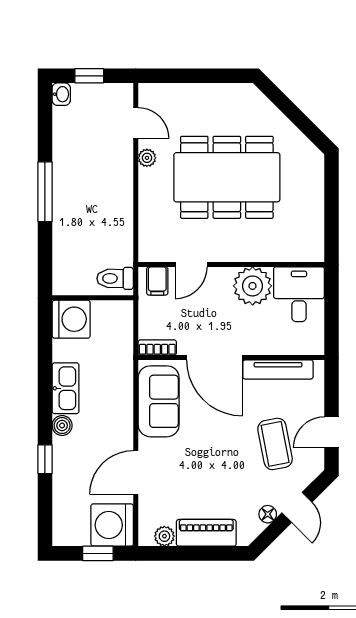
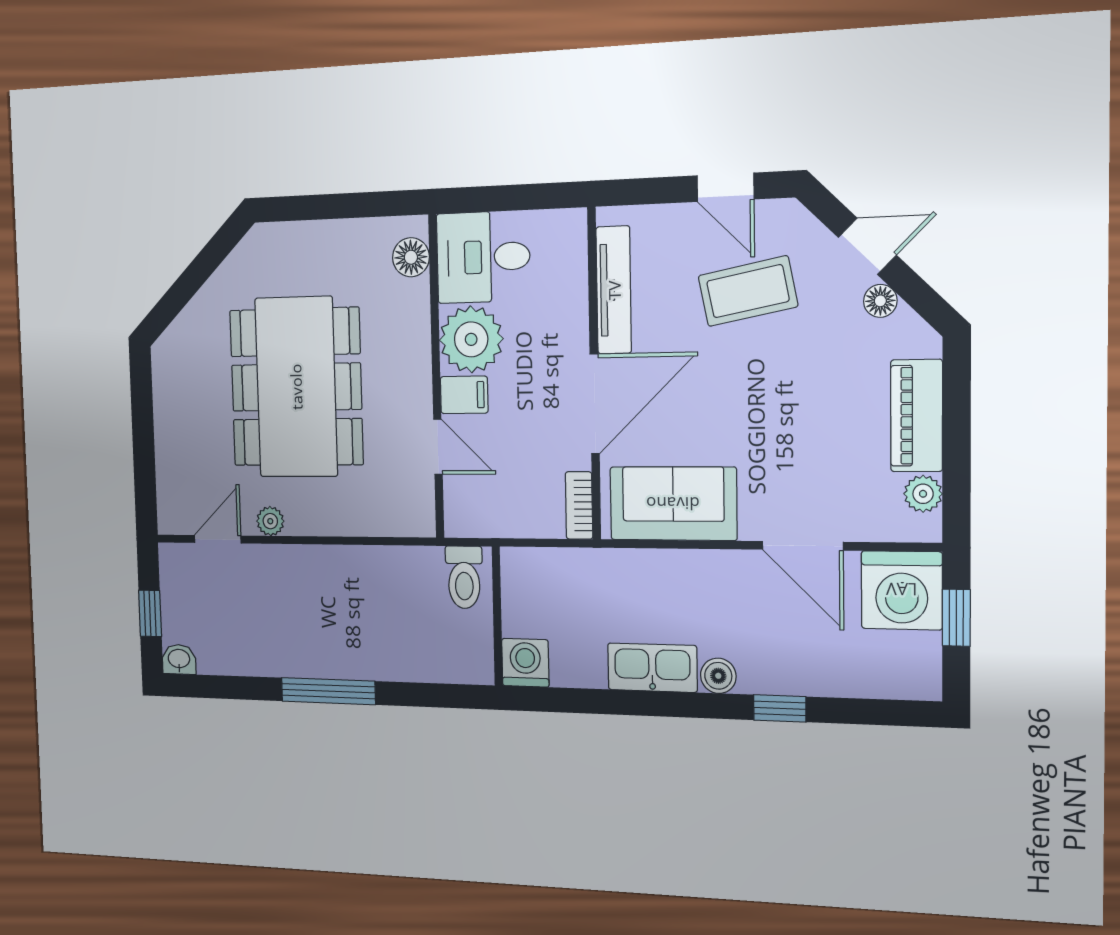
floor lamp: (300, 251) -> (411, 257), added
filing cabinet: (157, 281) -> (464, 395), moved
washing machine: (71, 319) -> (525, 663), width x0.73, depth x0.73

